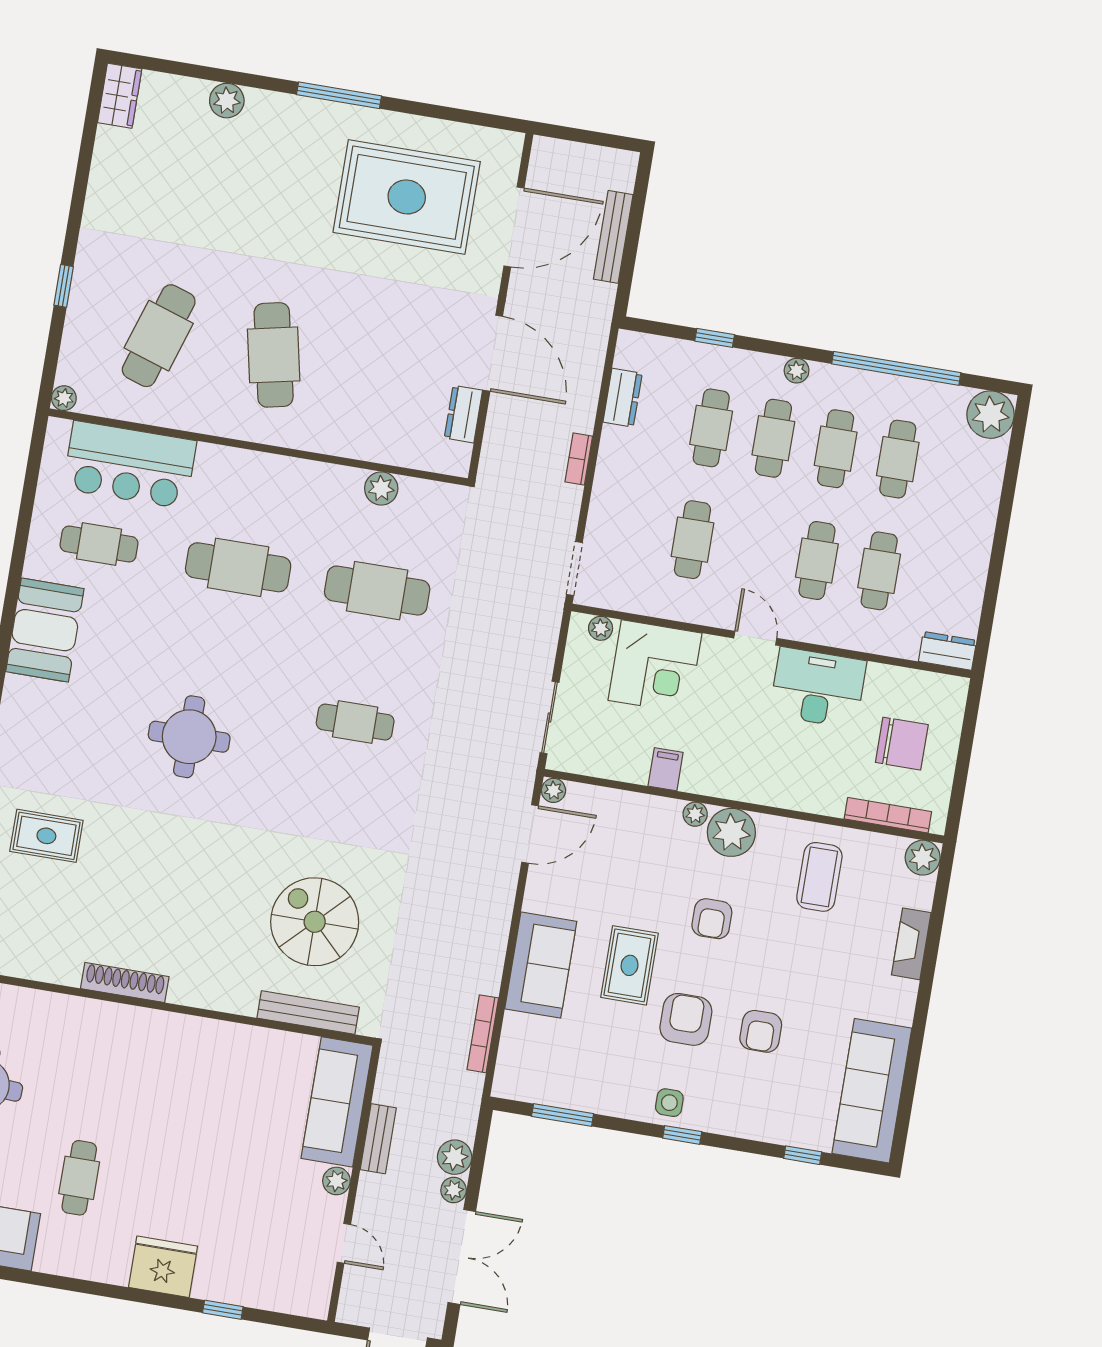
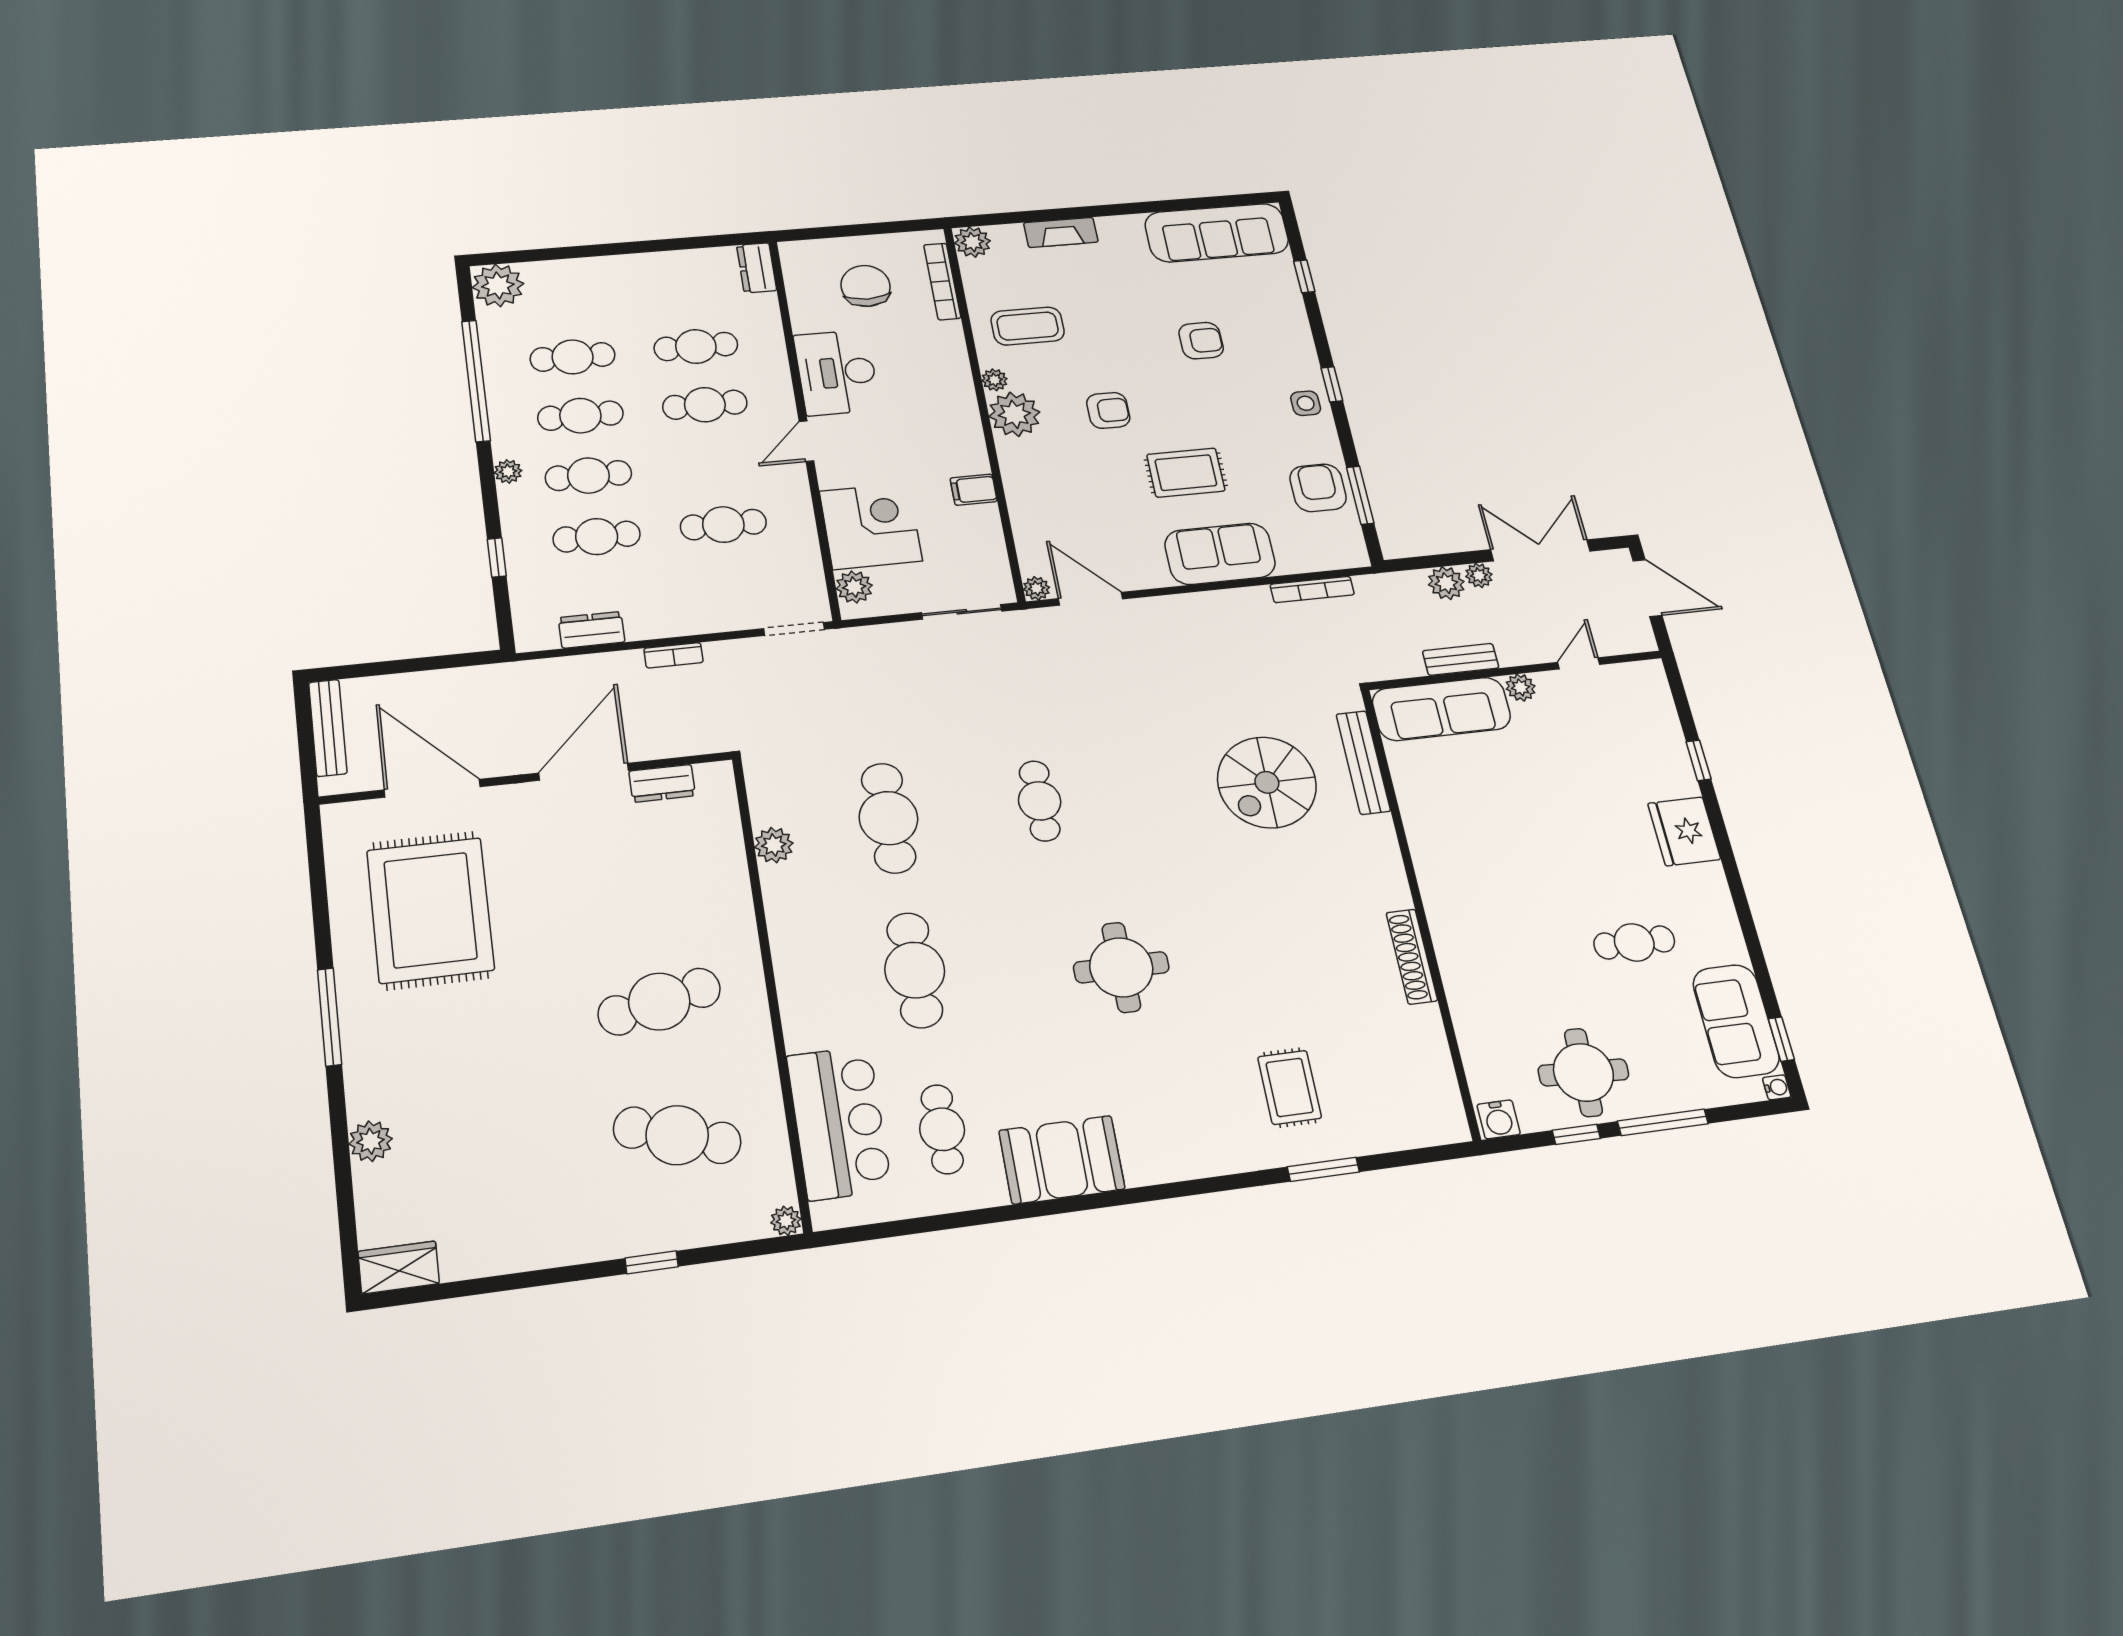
bench: (613, 237) -> (328, 728), moved, turned 90
plant: (601, 628) -> (854, 587), width x1.38, depth x1.38
plant: (695, 814) -> (995, 380), moved
armchair: (686, 1019) -> (1318, 488), moved, turned 90

